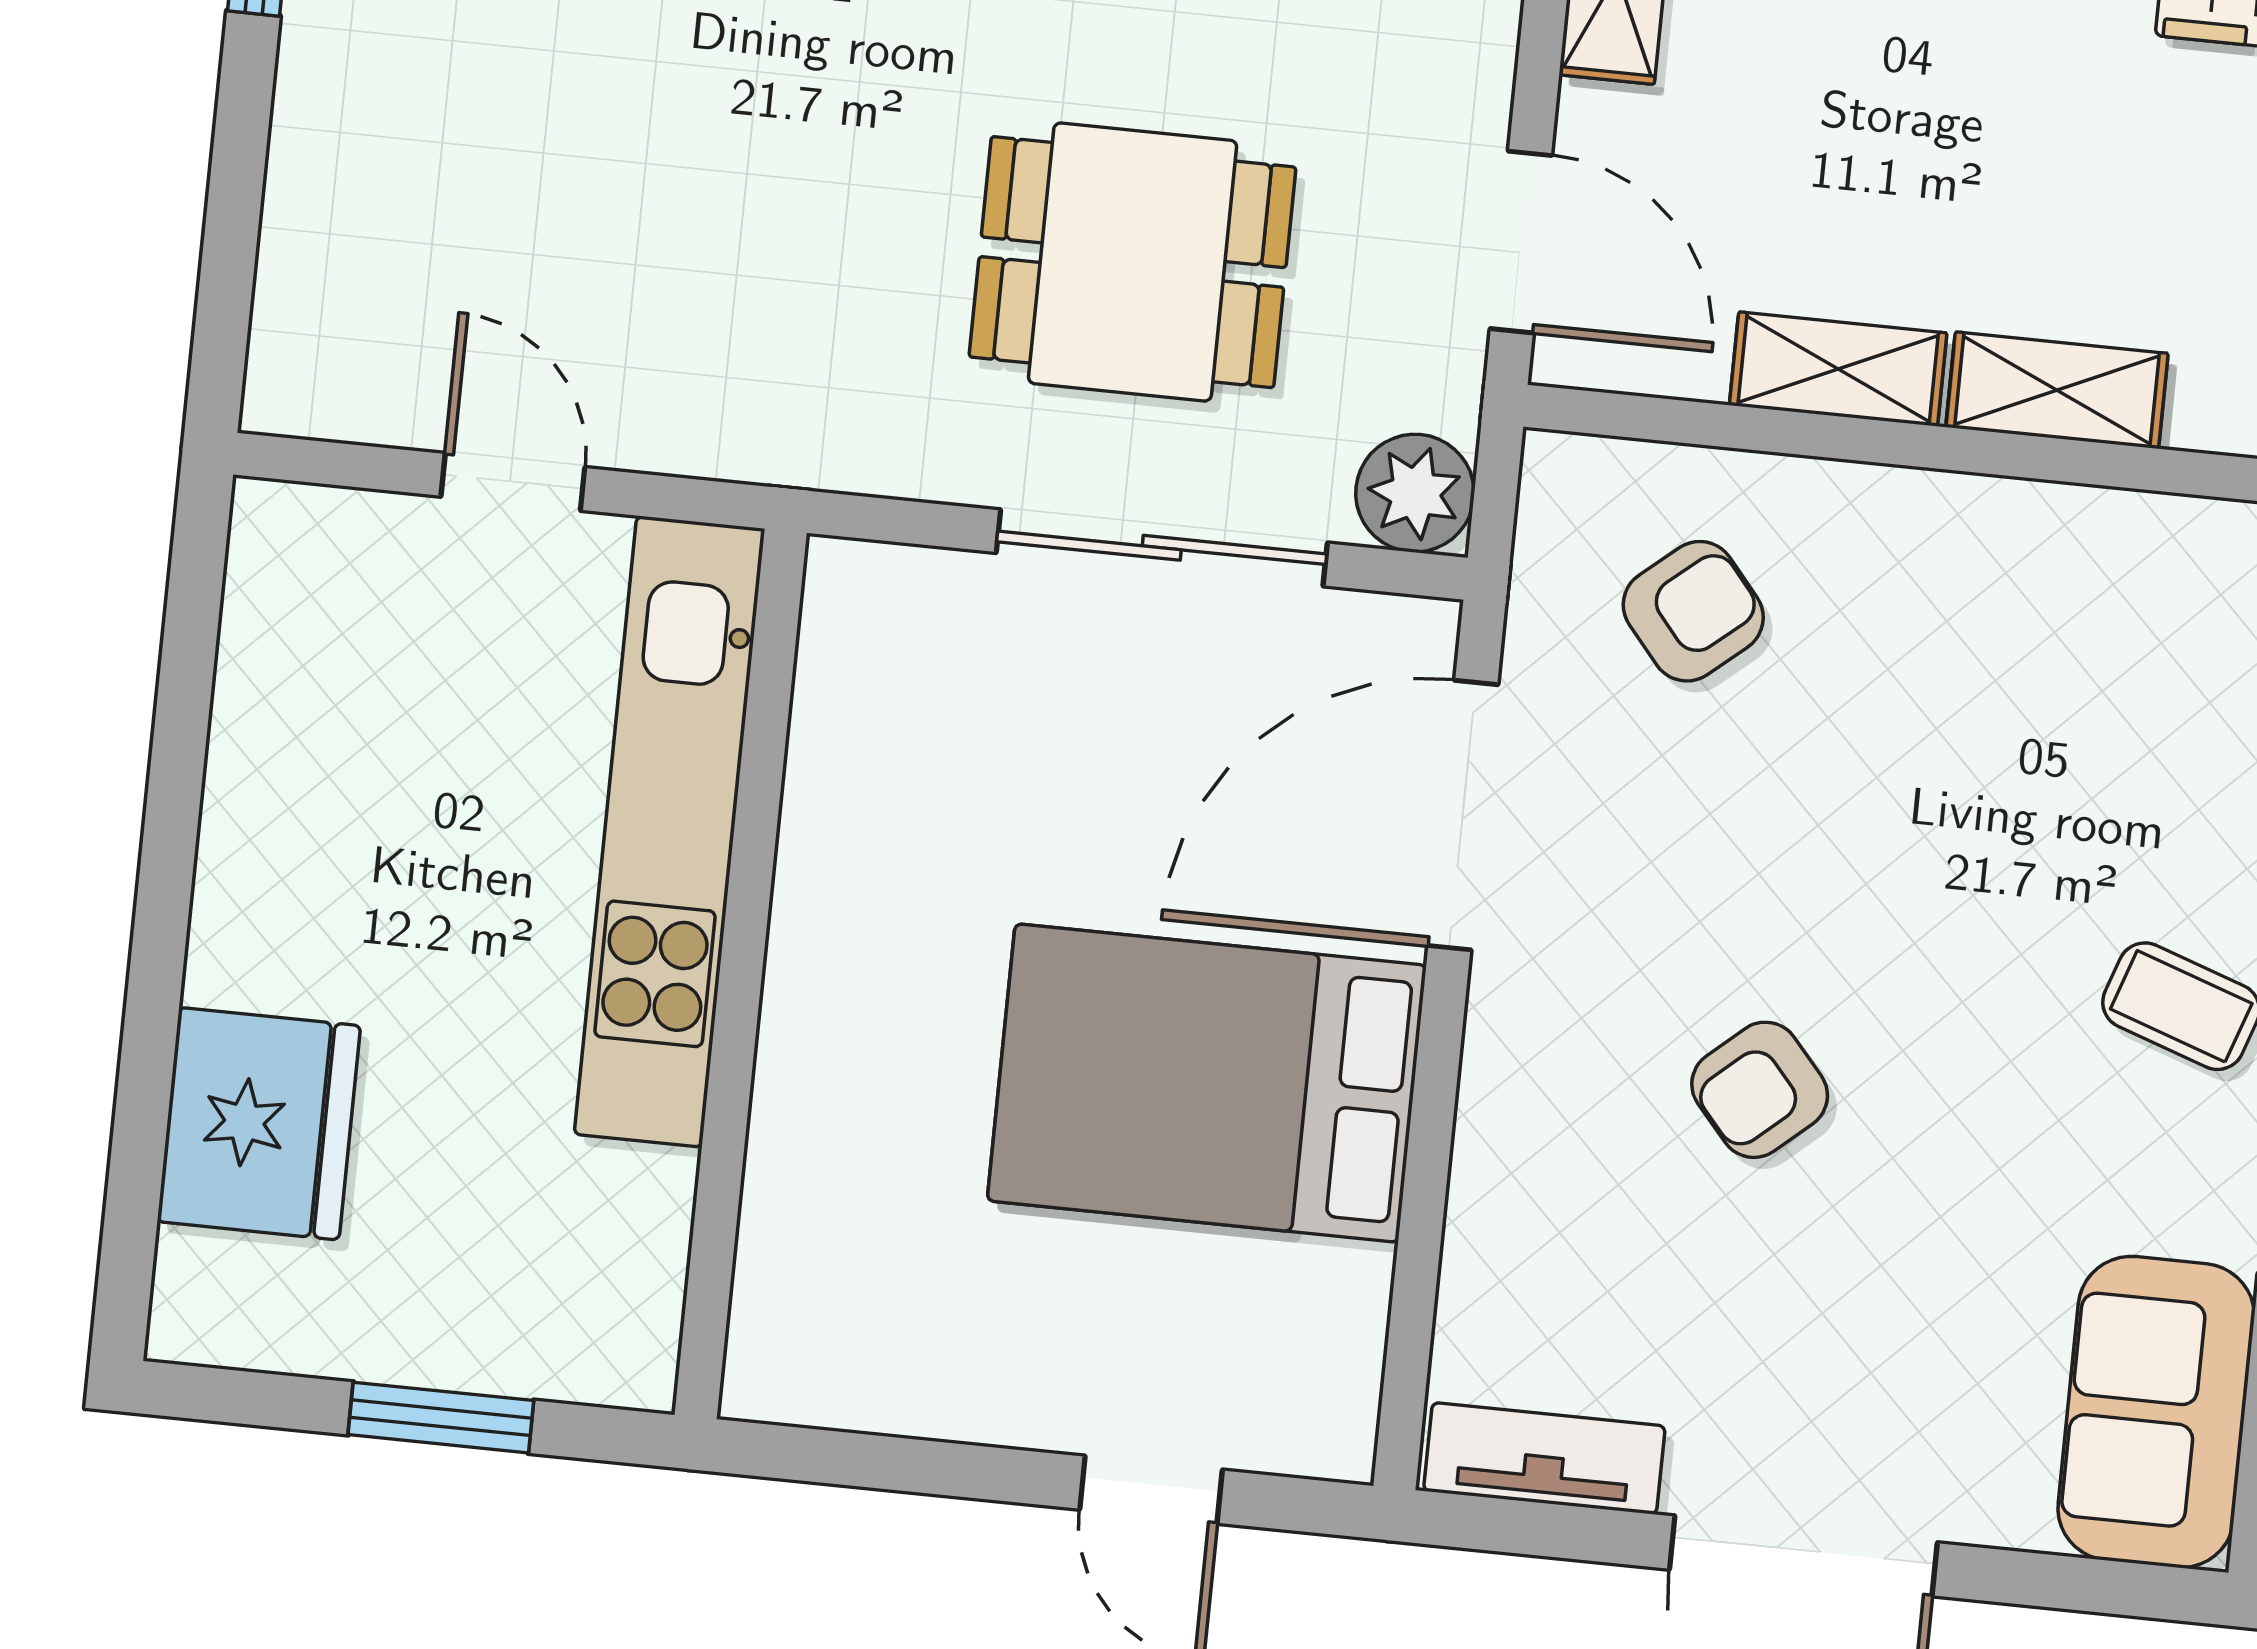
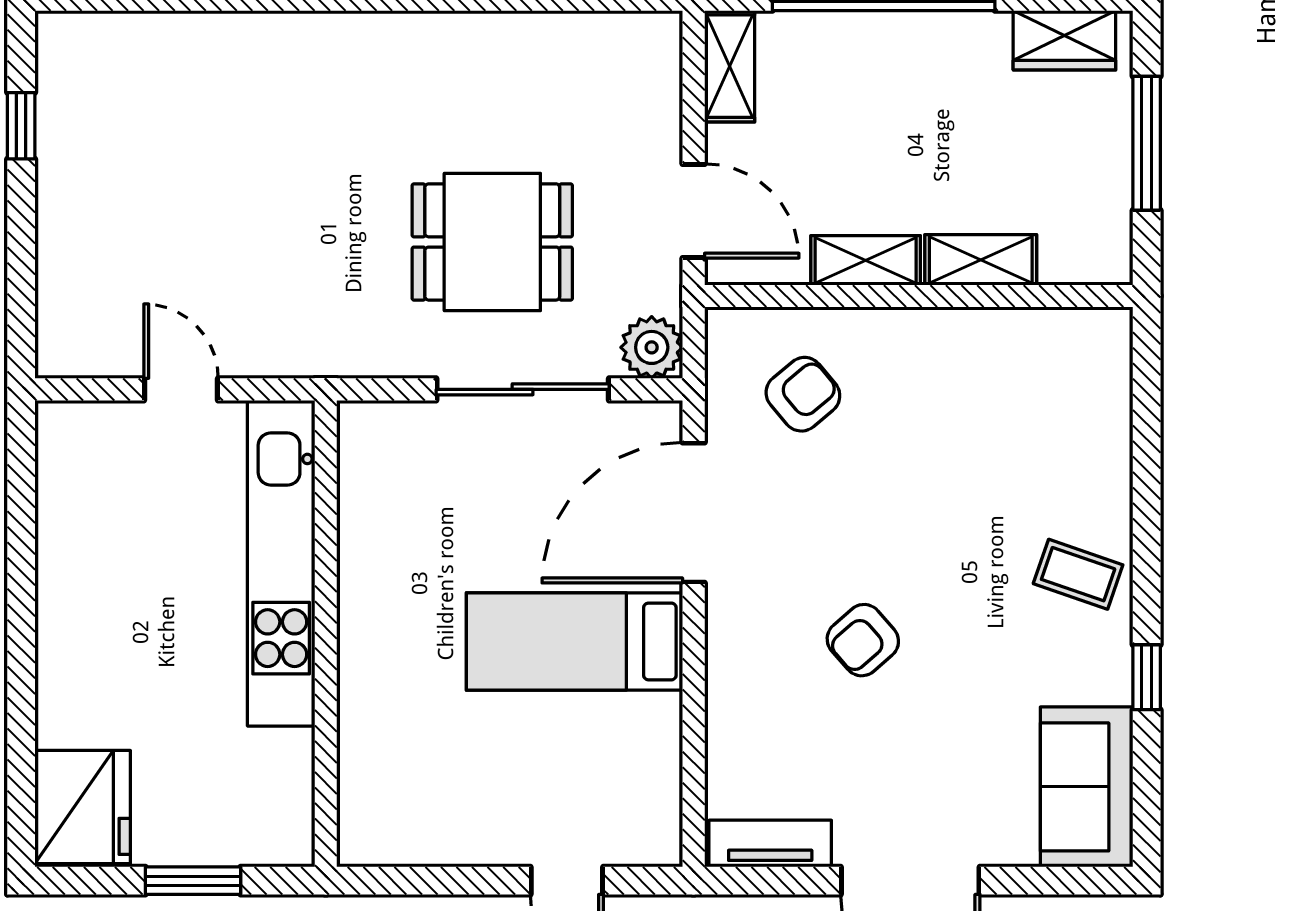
bed: (1207, 1083) -> (574, 641), width x0.67
fridge: (259, 1124) -> (83, 807), moved

